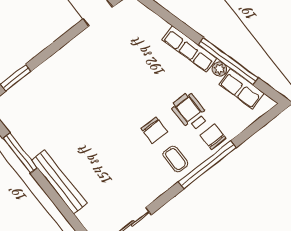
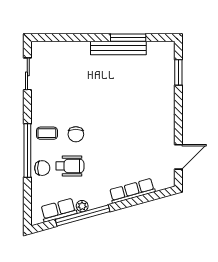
row of seats: (189, 49) -> (132, 191), moved
chair: (154, 130) -> (76, 134), turned -90
bench: (59, 182) -> (118, 48), moved

